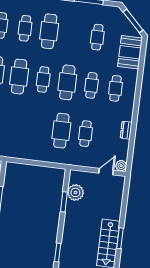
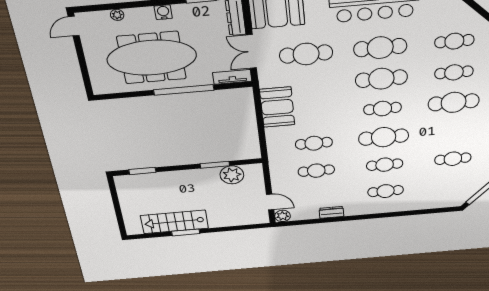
booth: (130, 52) -> (277, 107), moved, turned 90
cafe table: (61, 131) -> (314, 143), width x0.73, depth x0.74

